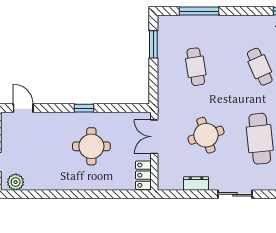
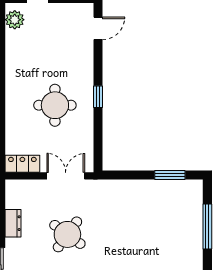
cafe table: (196, 67) -> (145, 223), removed
round table: (206, 135) -> (67, 234), turned -36

